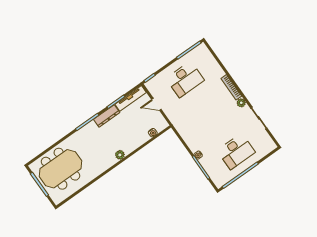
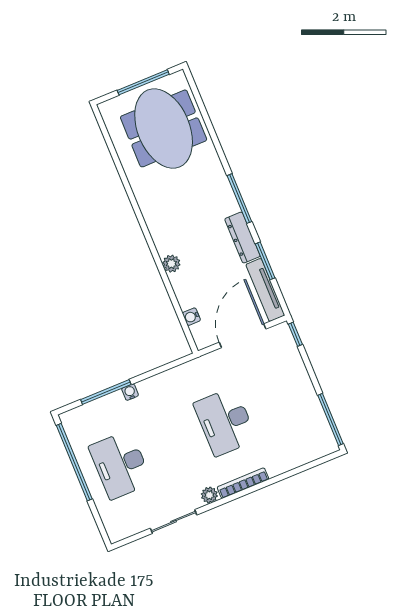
desk: (185, 79) -> (225, 422), moved
door: (156, 104) -> (243, 336), width x1.87
plant: (120, 155) -> (171, 264), moved

